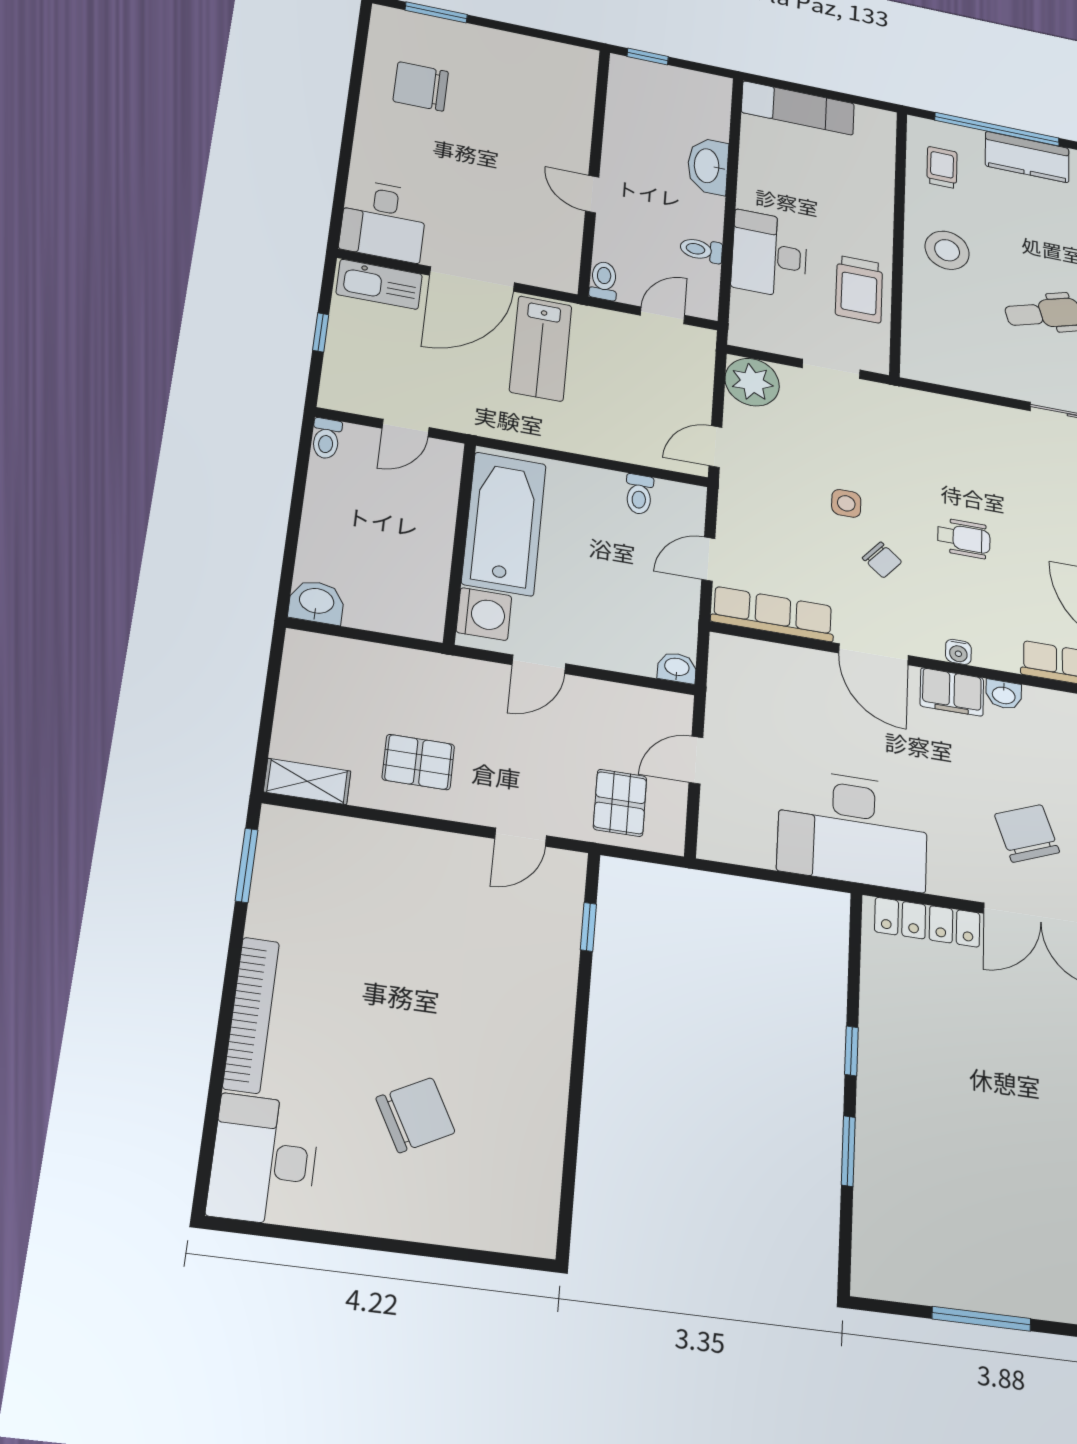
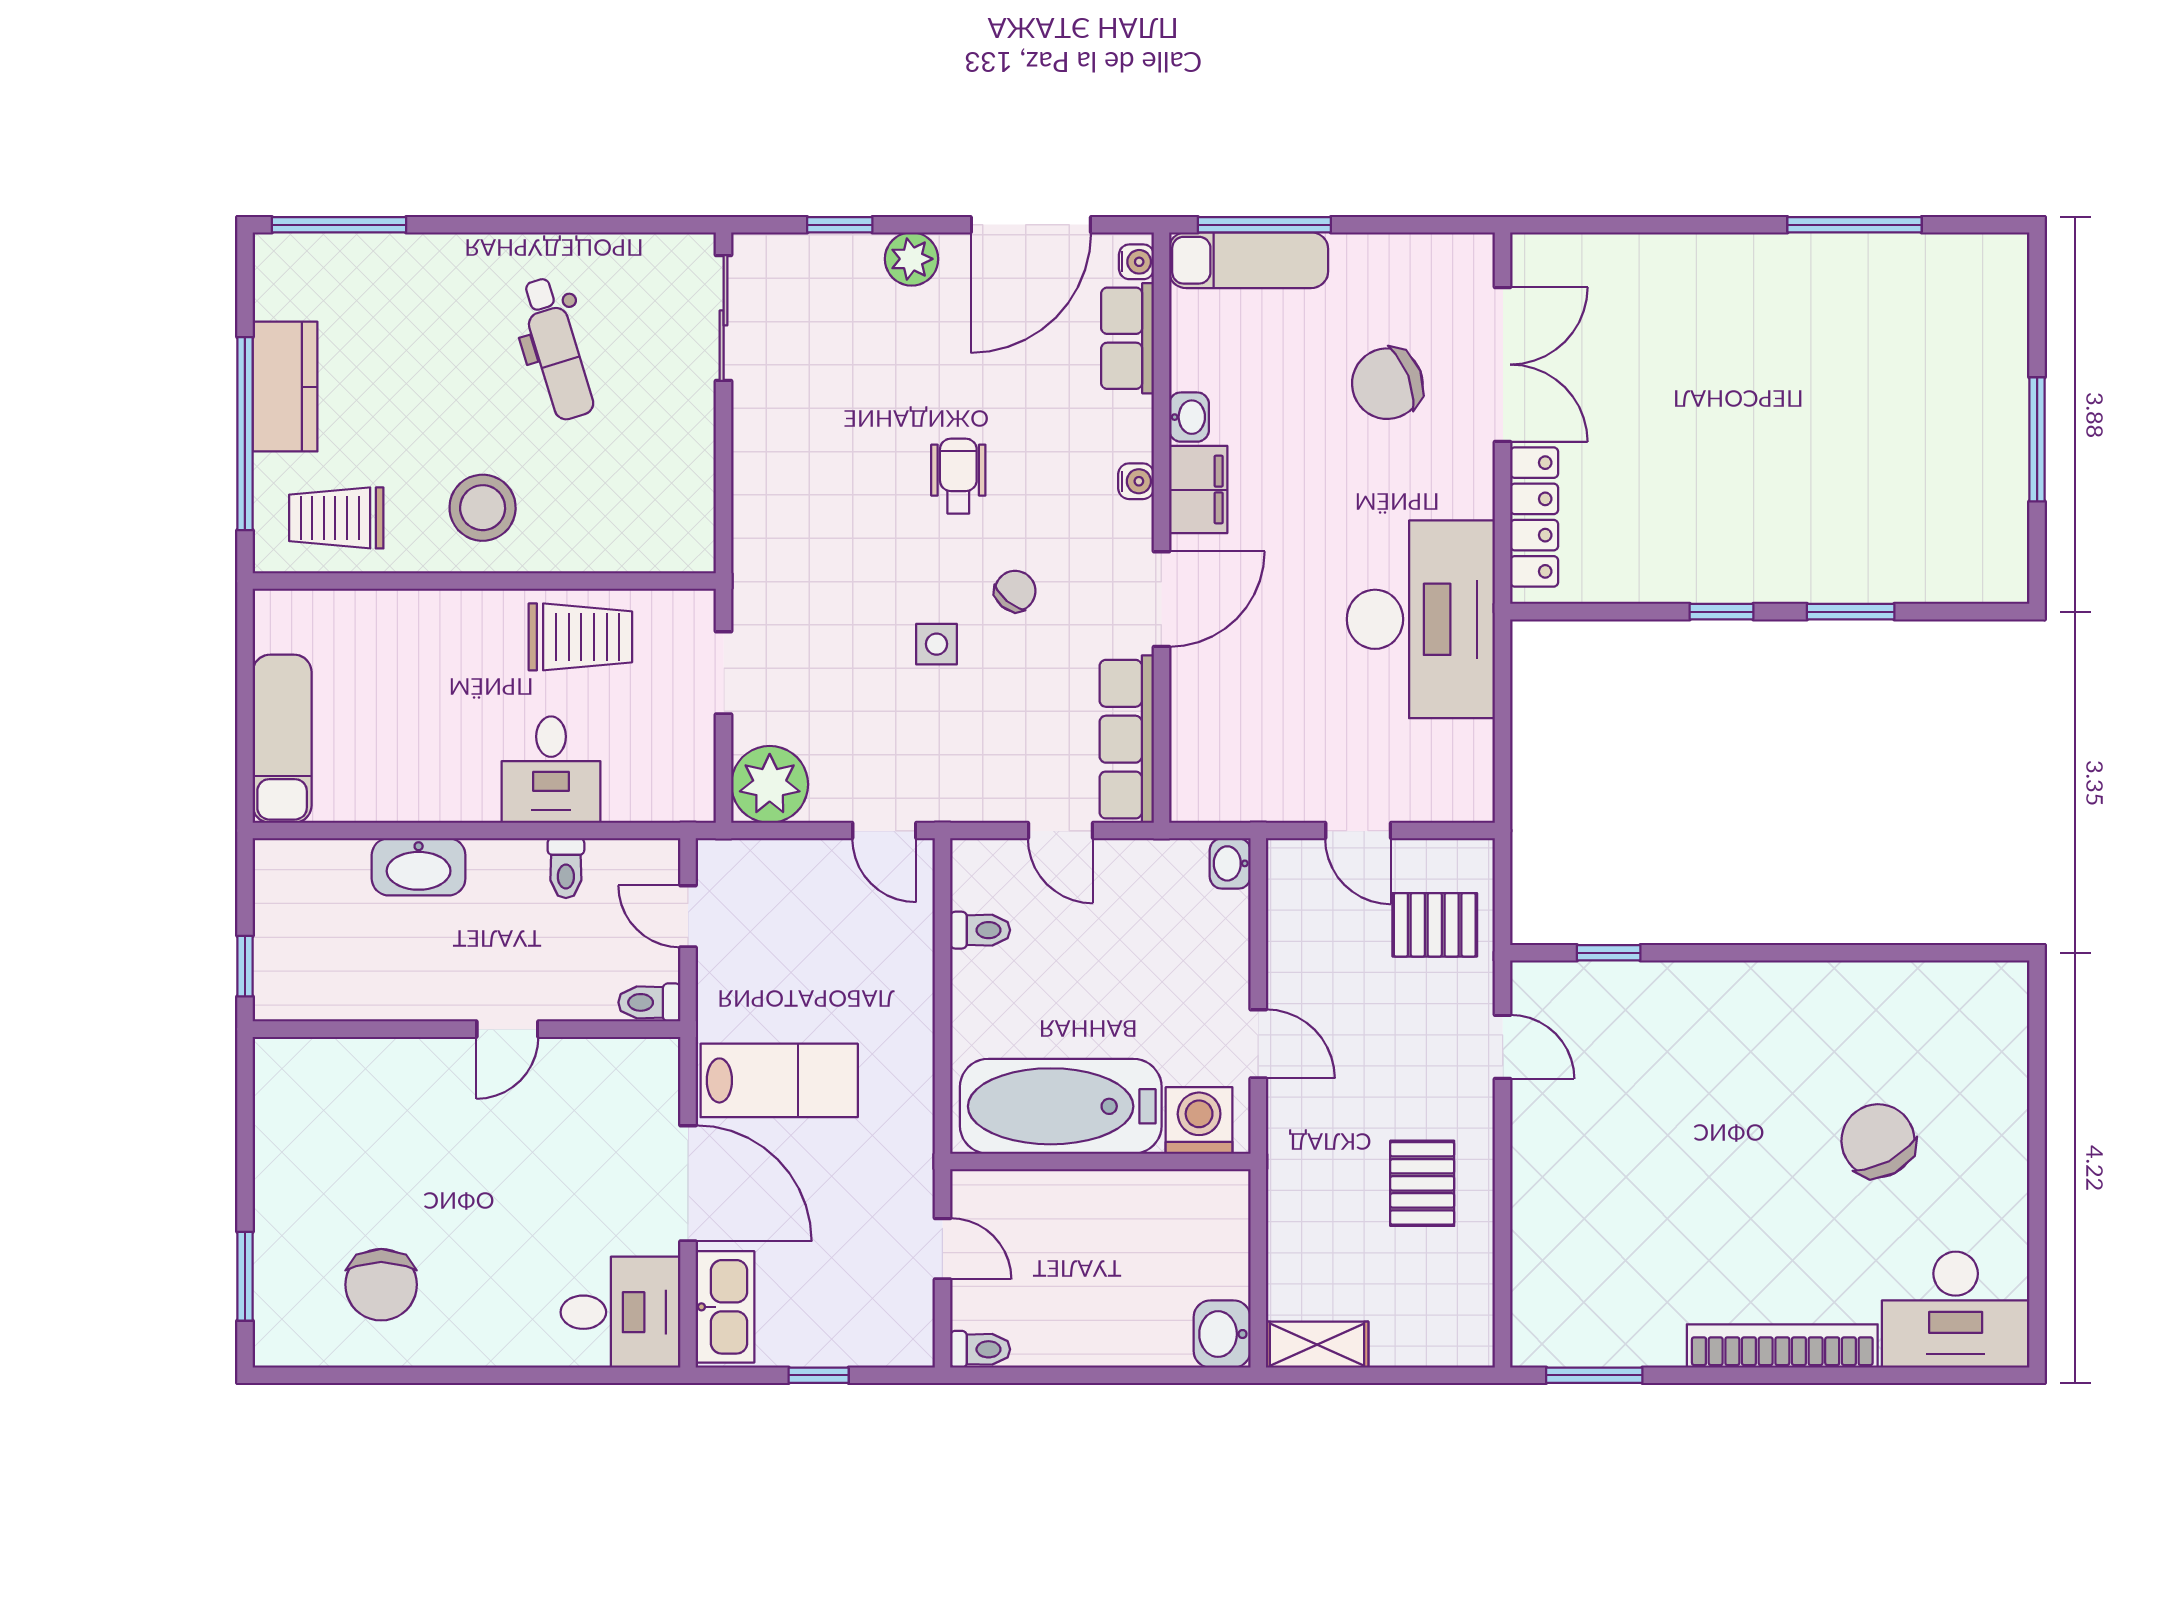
trolley: (942, 167) -> (336, 518), width x1.36, depth x1.39
desk: (769, 255) -> (551, 770), width x0.73
shelving: (307, 781) -> (1317, 1345), moved, turned 90

